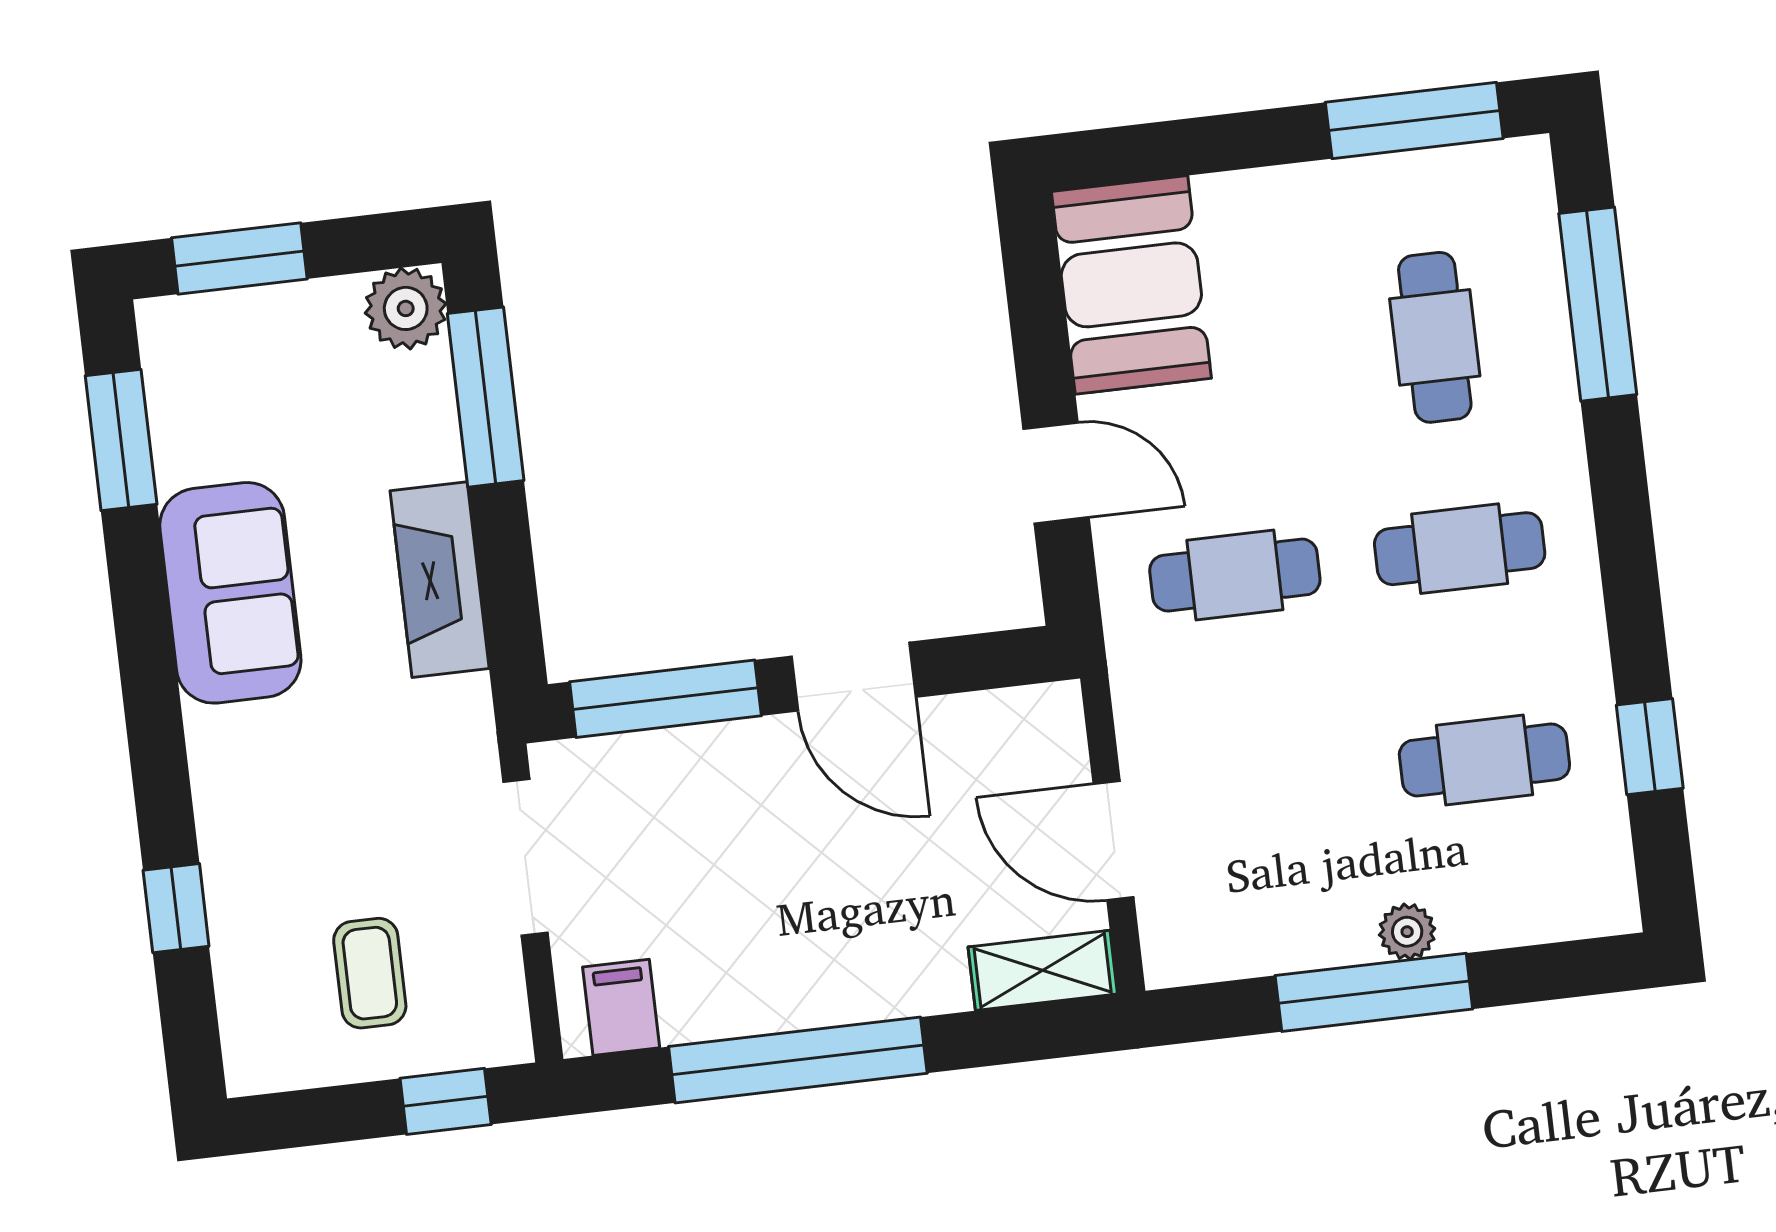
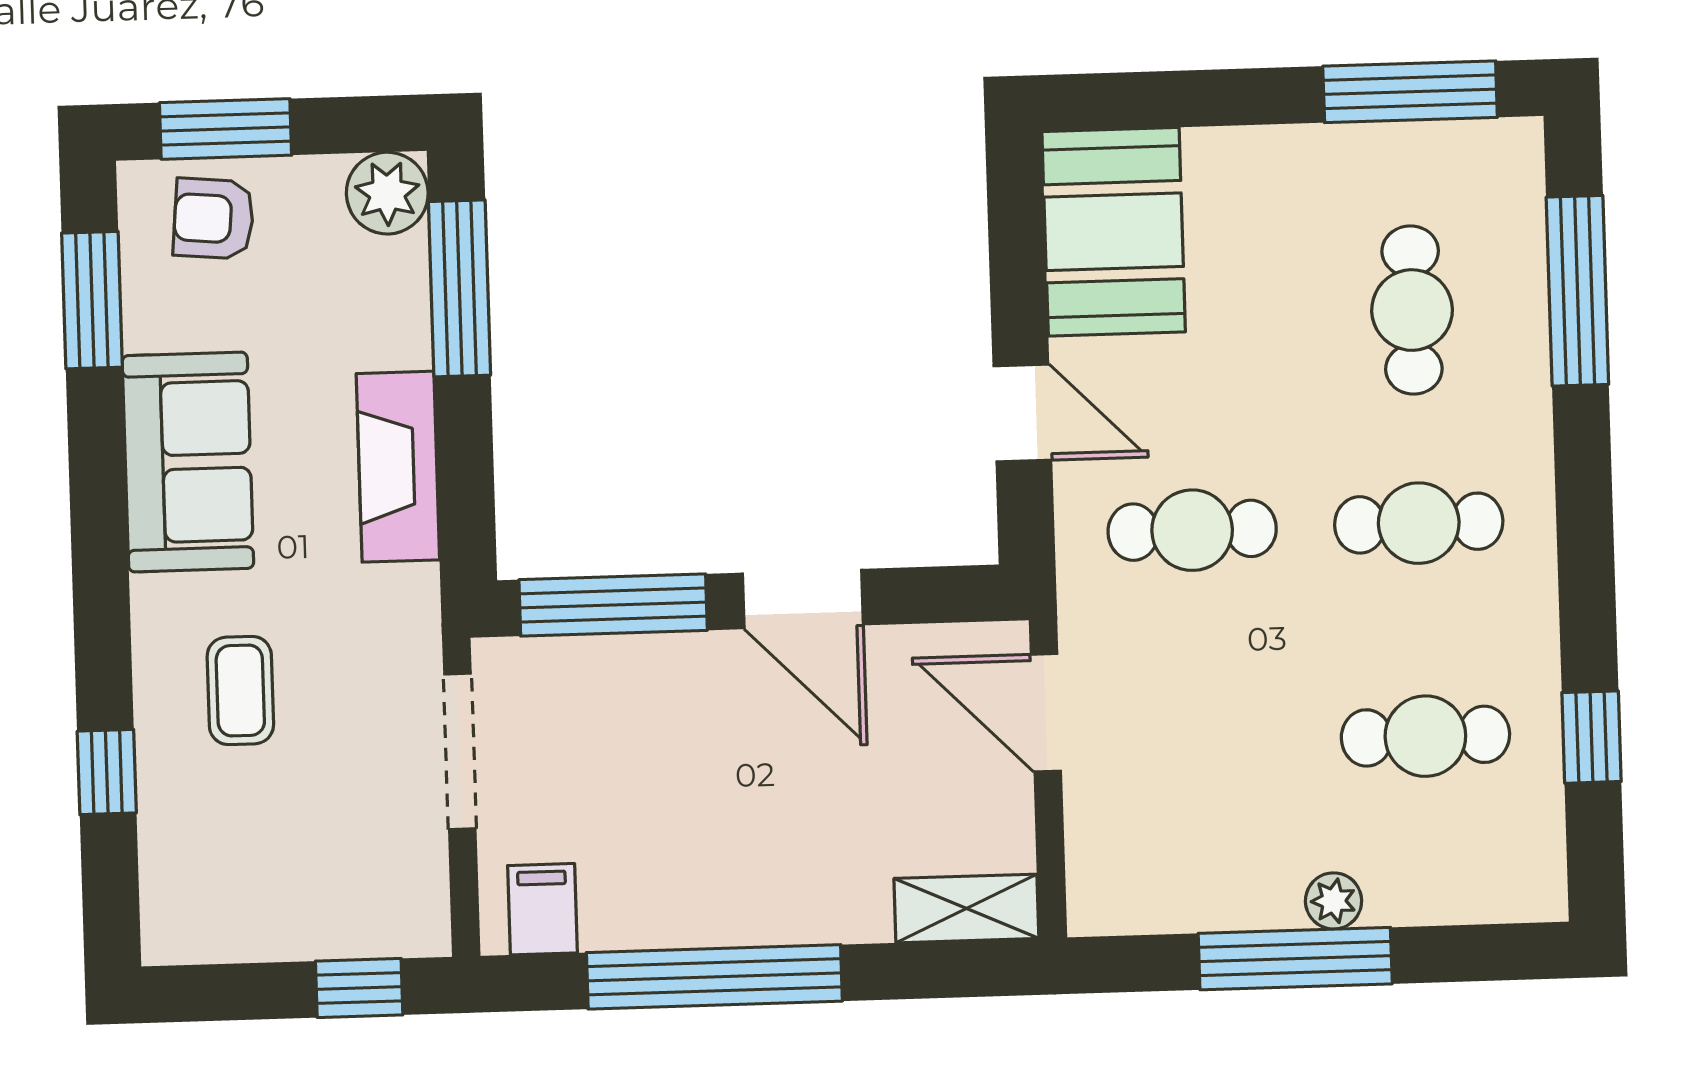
armchair: (235, 349) -> (214, 219), added
door: (1113, 841) -> (1046, 713), moved
coffee table: (370, 973) -> (240, 691), moved

